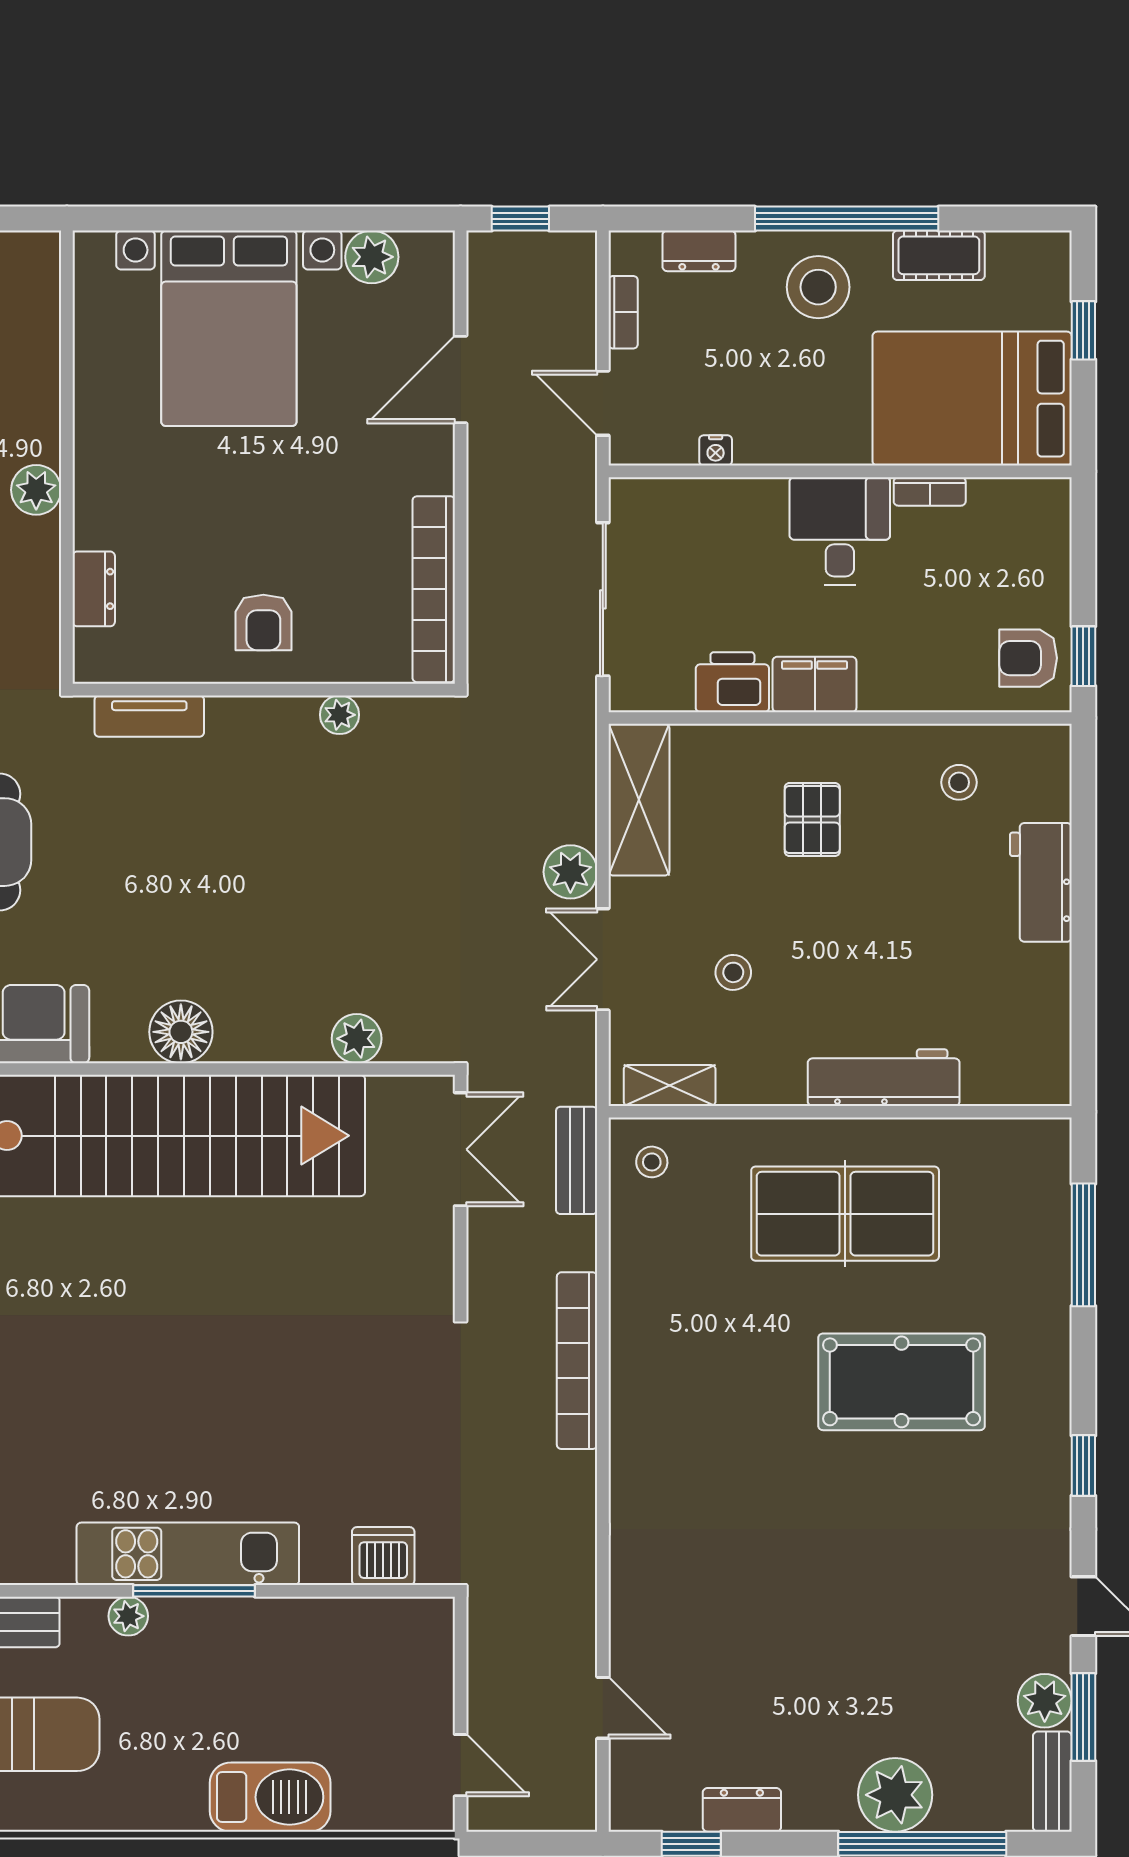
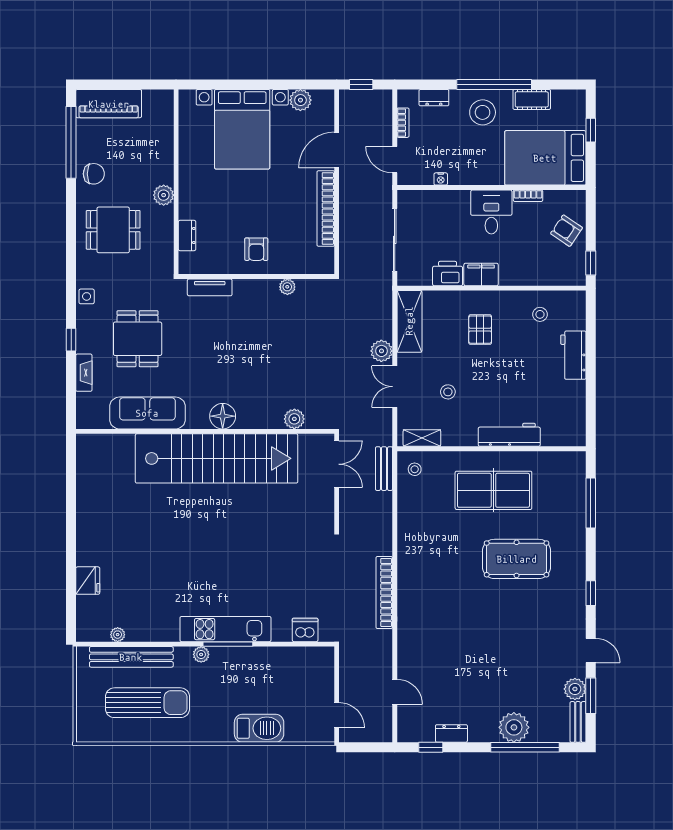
bookcase: (434, 589) -> (326, 209), moved
armchair: (1028, 658) -> (567, 231), moved, turned 34
bookcase: (577, 1361) -> (384, 592), moved

